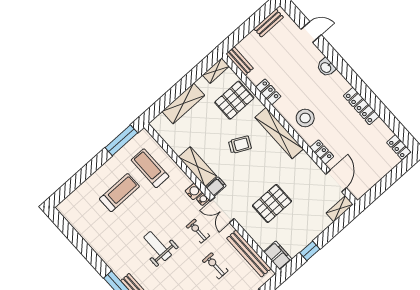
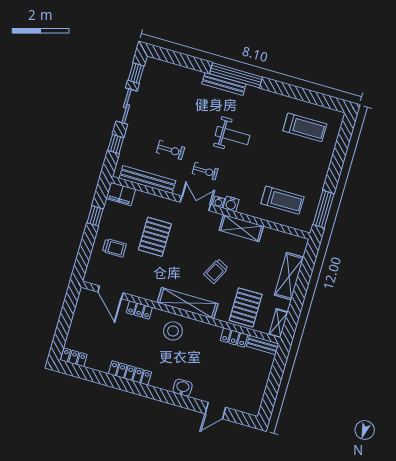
bench: (269, 23) -> (258, 395), removed
locker: (268, 92) -> (234, 338), moved
filing cabinet: (216, 187) -> (214, 221), removed
treadmill: (119, 193) -> (305, 127), moved, turned -90
shelving: (340, 209) -> (92, 270), removed
trolley: (310, 215) -> (114, 248), added

